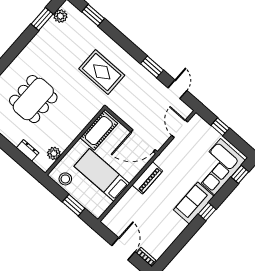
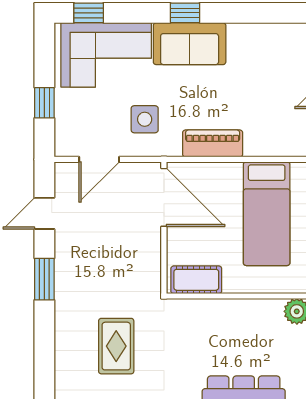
rug: (102, 72) -> (116, 346), width x0.73, depth x0.70
cot: (99, 131) -> (196, 280), width x0.73, depth x0.75
side table: (180, 160) -> (145, 119), added

